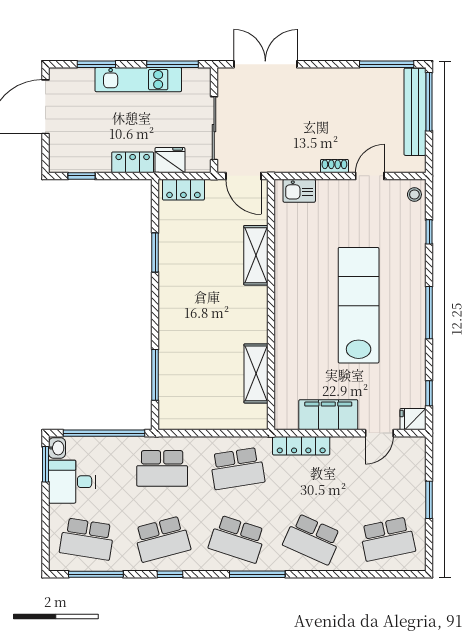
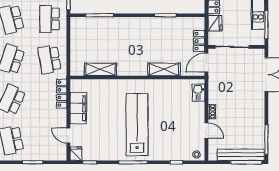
locker: (183, 190) -> (199, 41), moved
lab bench: (359, 305) -> (137, 124), turned -90

